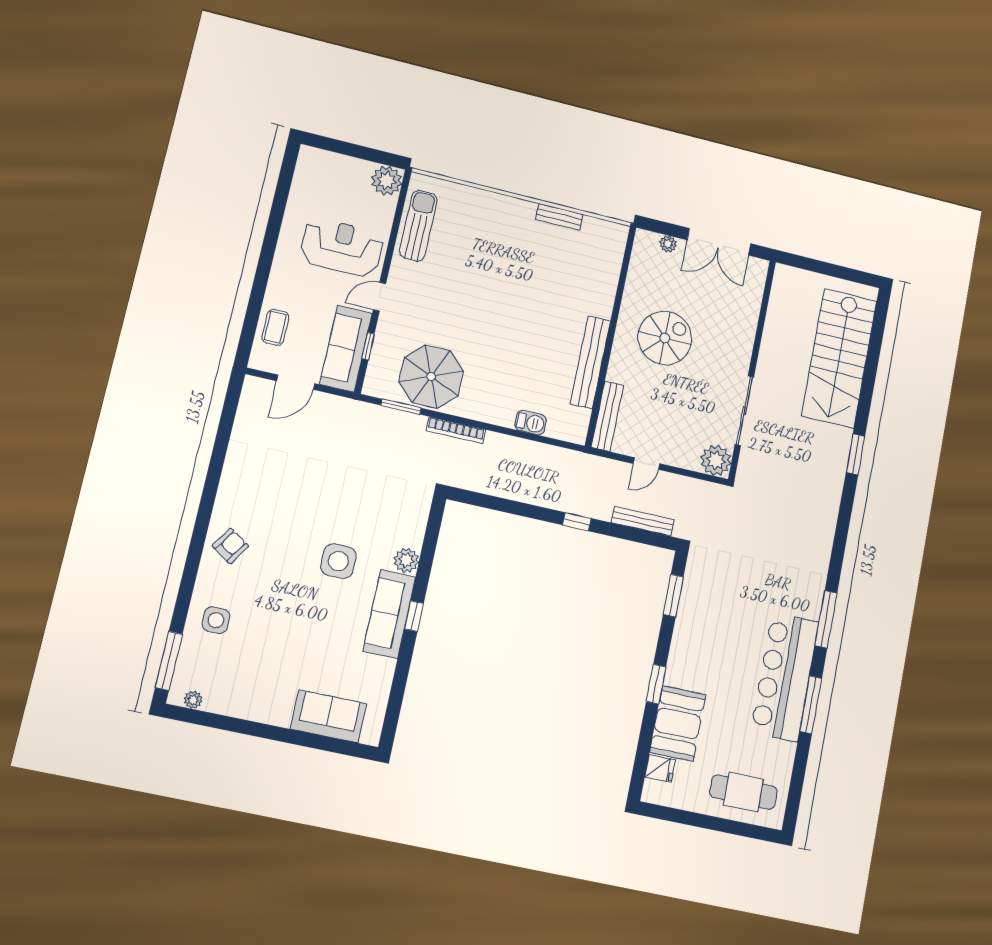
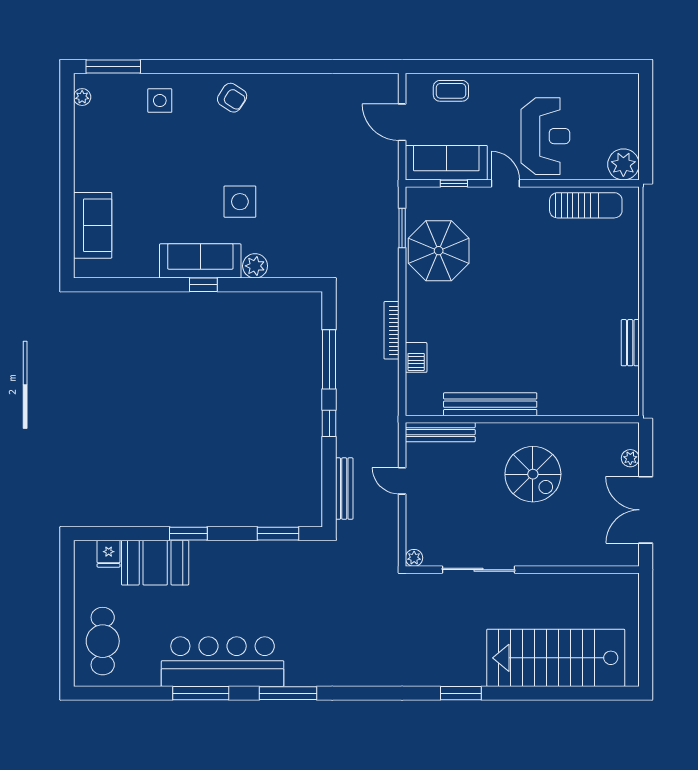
bookcase: (456, 430) -> (392, 330), moved
plant: (716, 460) -> (414, 558), width x0.53, depth x0.53
window: (515, 508) -> (329, 359), added

